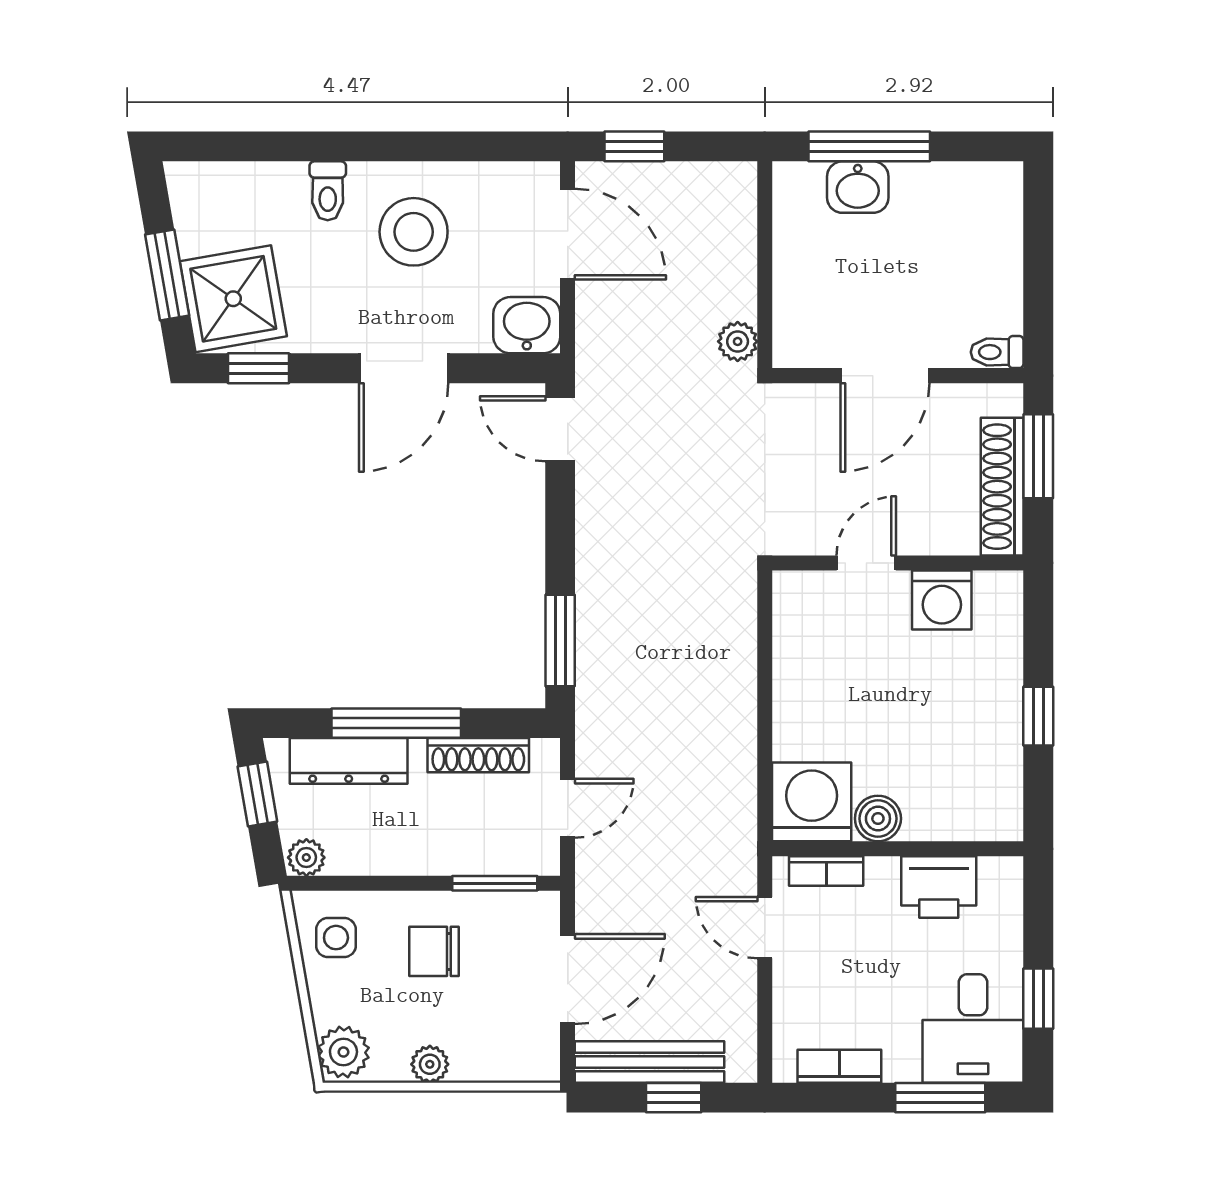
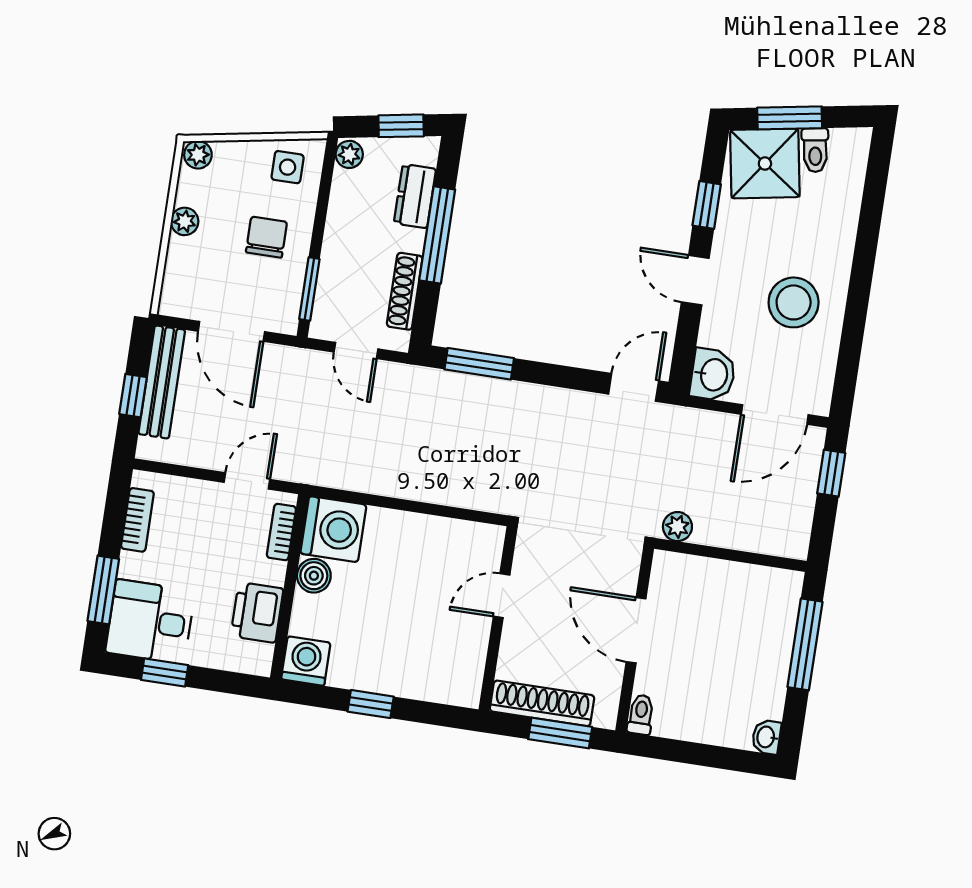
washbasin: (858, 187) -> (766, 737), moved, width x0.72, depth x0.69
toilet: (328, 191) -> (815, 150), moved, turned -100
window: (258, 368) -> (707, 205), moved
door: (404, 368) -> (695, 280), width x0.73
door: (866, 563) -> (502, 596), swing flipped
washing machine: (942, 600) -> (306, 661), moved, turned 90
dresser: (349, 761) -> (415, 196), width x0.70
plant: (343, 1052) -> (198, 155), width x0.73, depth x0.73

